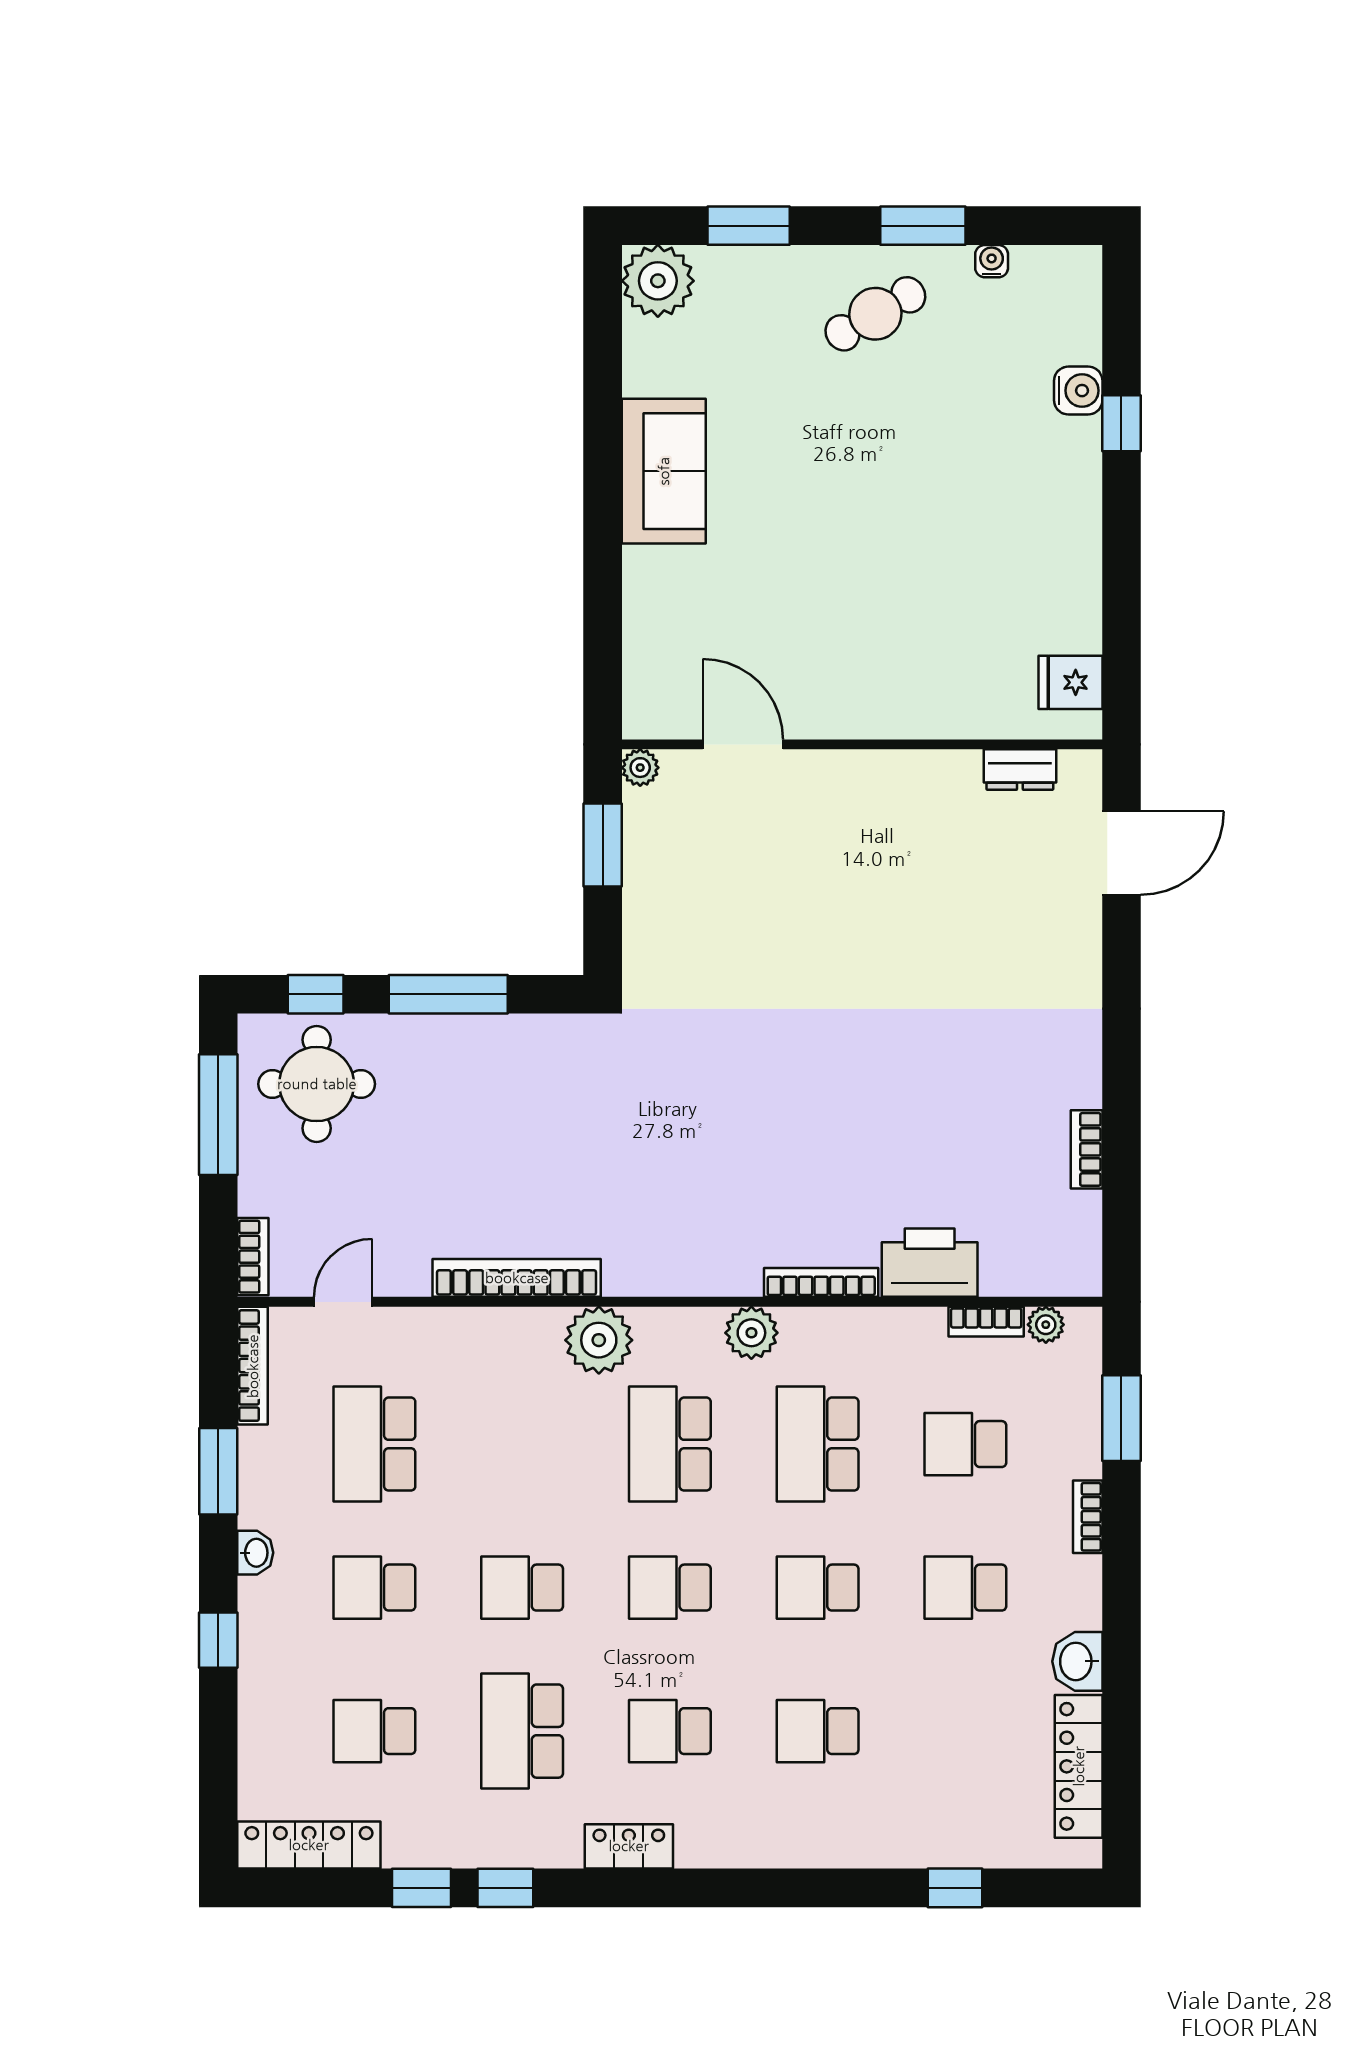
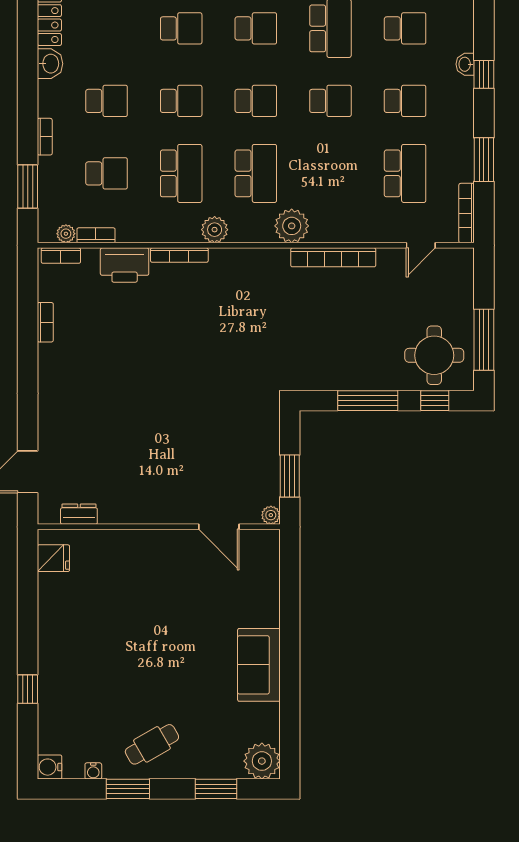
water cooler: (1078, 391) -> (50, 767), moved
bookcase: (253, 1257) -> (61, 256), moved, turned -90
washbasin: (255, 1553) -> (465, 64), moved

